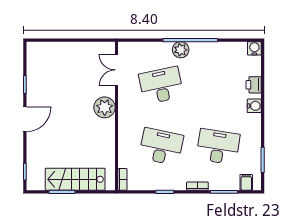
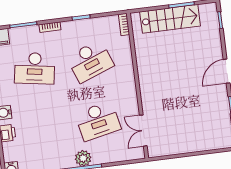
double door: (117, 70) -> (143, 131), swing flipped
plant: (105, 107) -> (150, 93), removed
desk: (161, 147) -> (90, 61), turned -33

